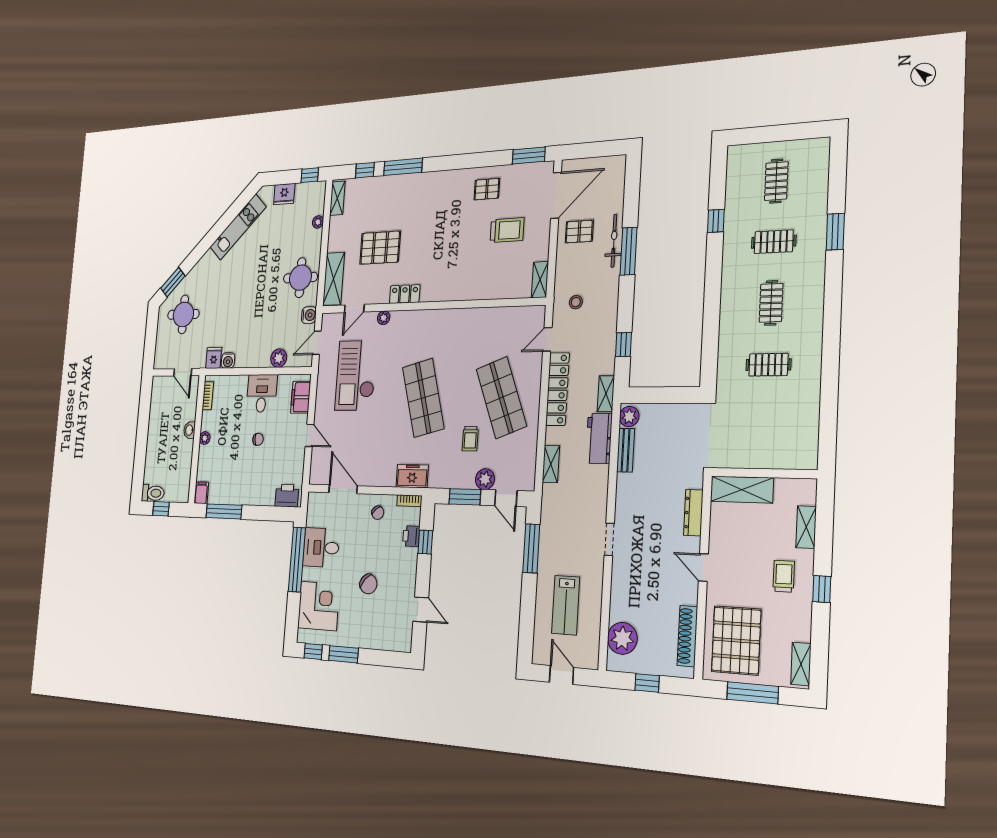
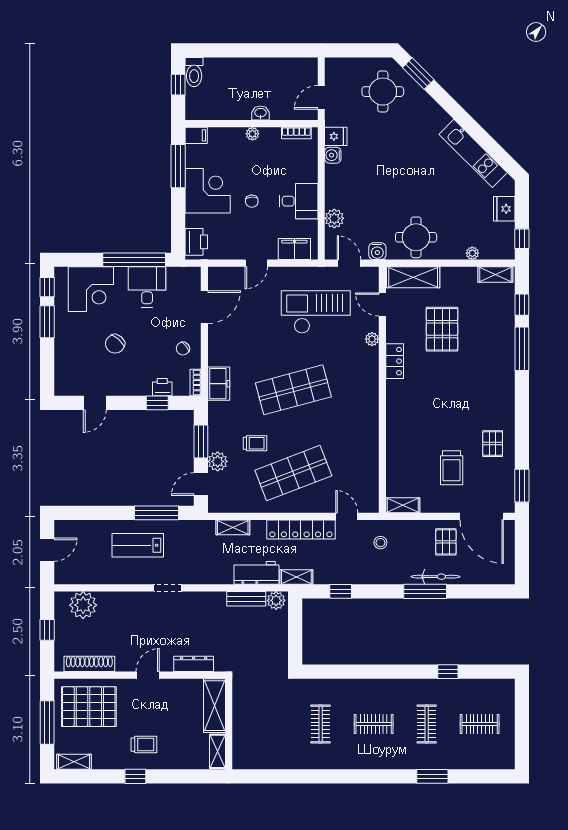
trolley: (470, 439) -> (255, 443), turned 180
corner desk: (246, 483) -> (208, 191), added
shelving: (806, 527) -> (217, 751), moved, turned 90
lab bench: (566, 605) -> (138, 545), moved

